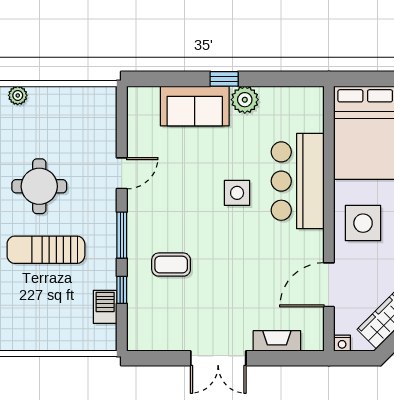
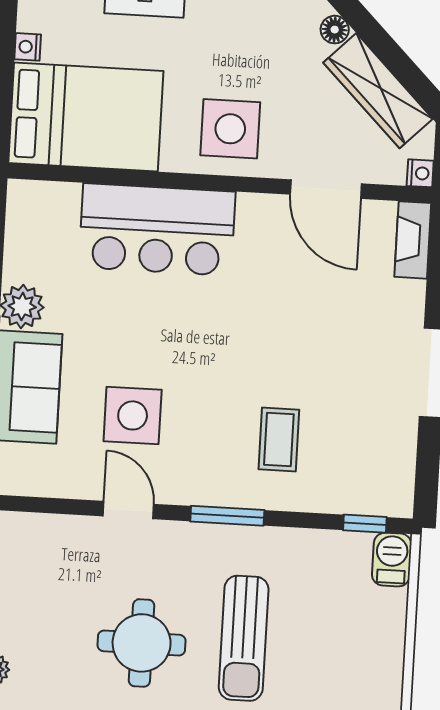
side table: (237, 193) -> (133, 415), moved, width x1.37, depth x1.37
window: (122, 290) -> (365, 524), moved
barbecue: (105, 307) -> (392, 560), moved, turned 90
fireplace: (277, 341) -> (413, 240), moved

